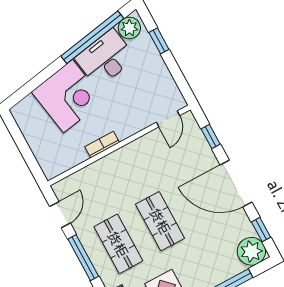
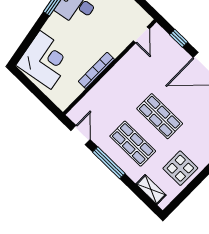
corner desk: (68, 96) -> (45, 60), moved
bookcase: (102, 145) -> (96, 70), width x1.56

